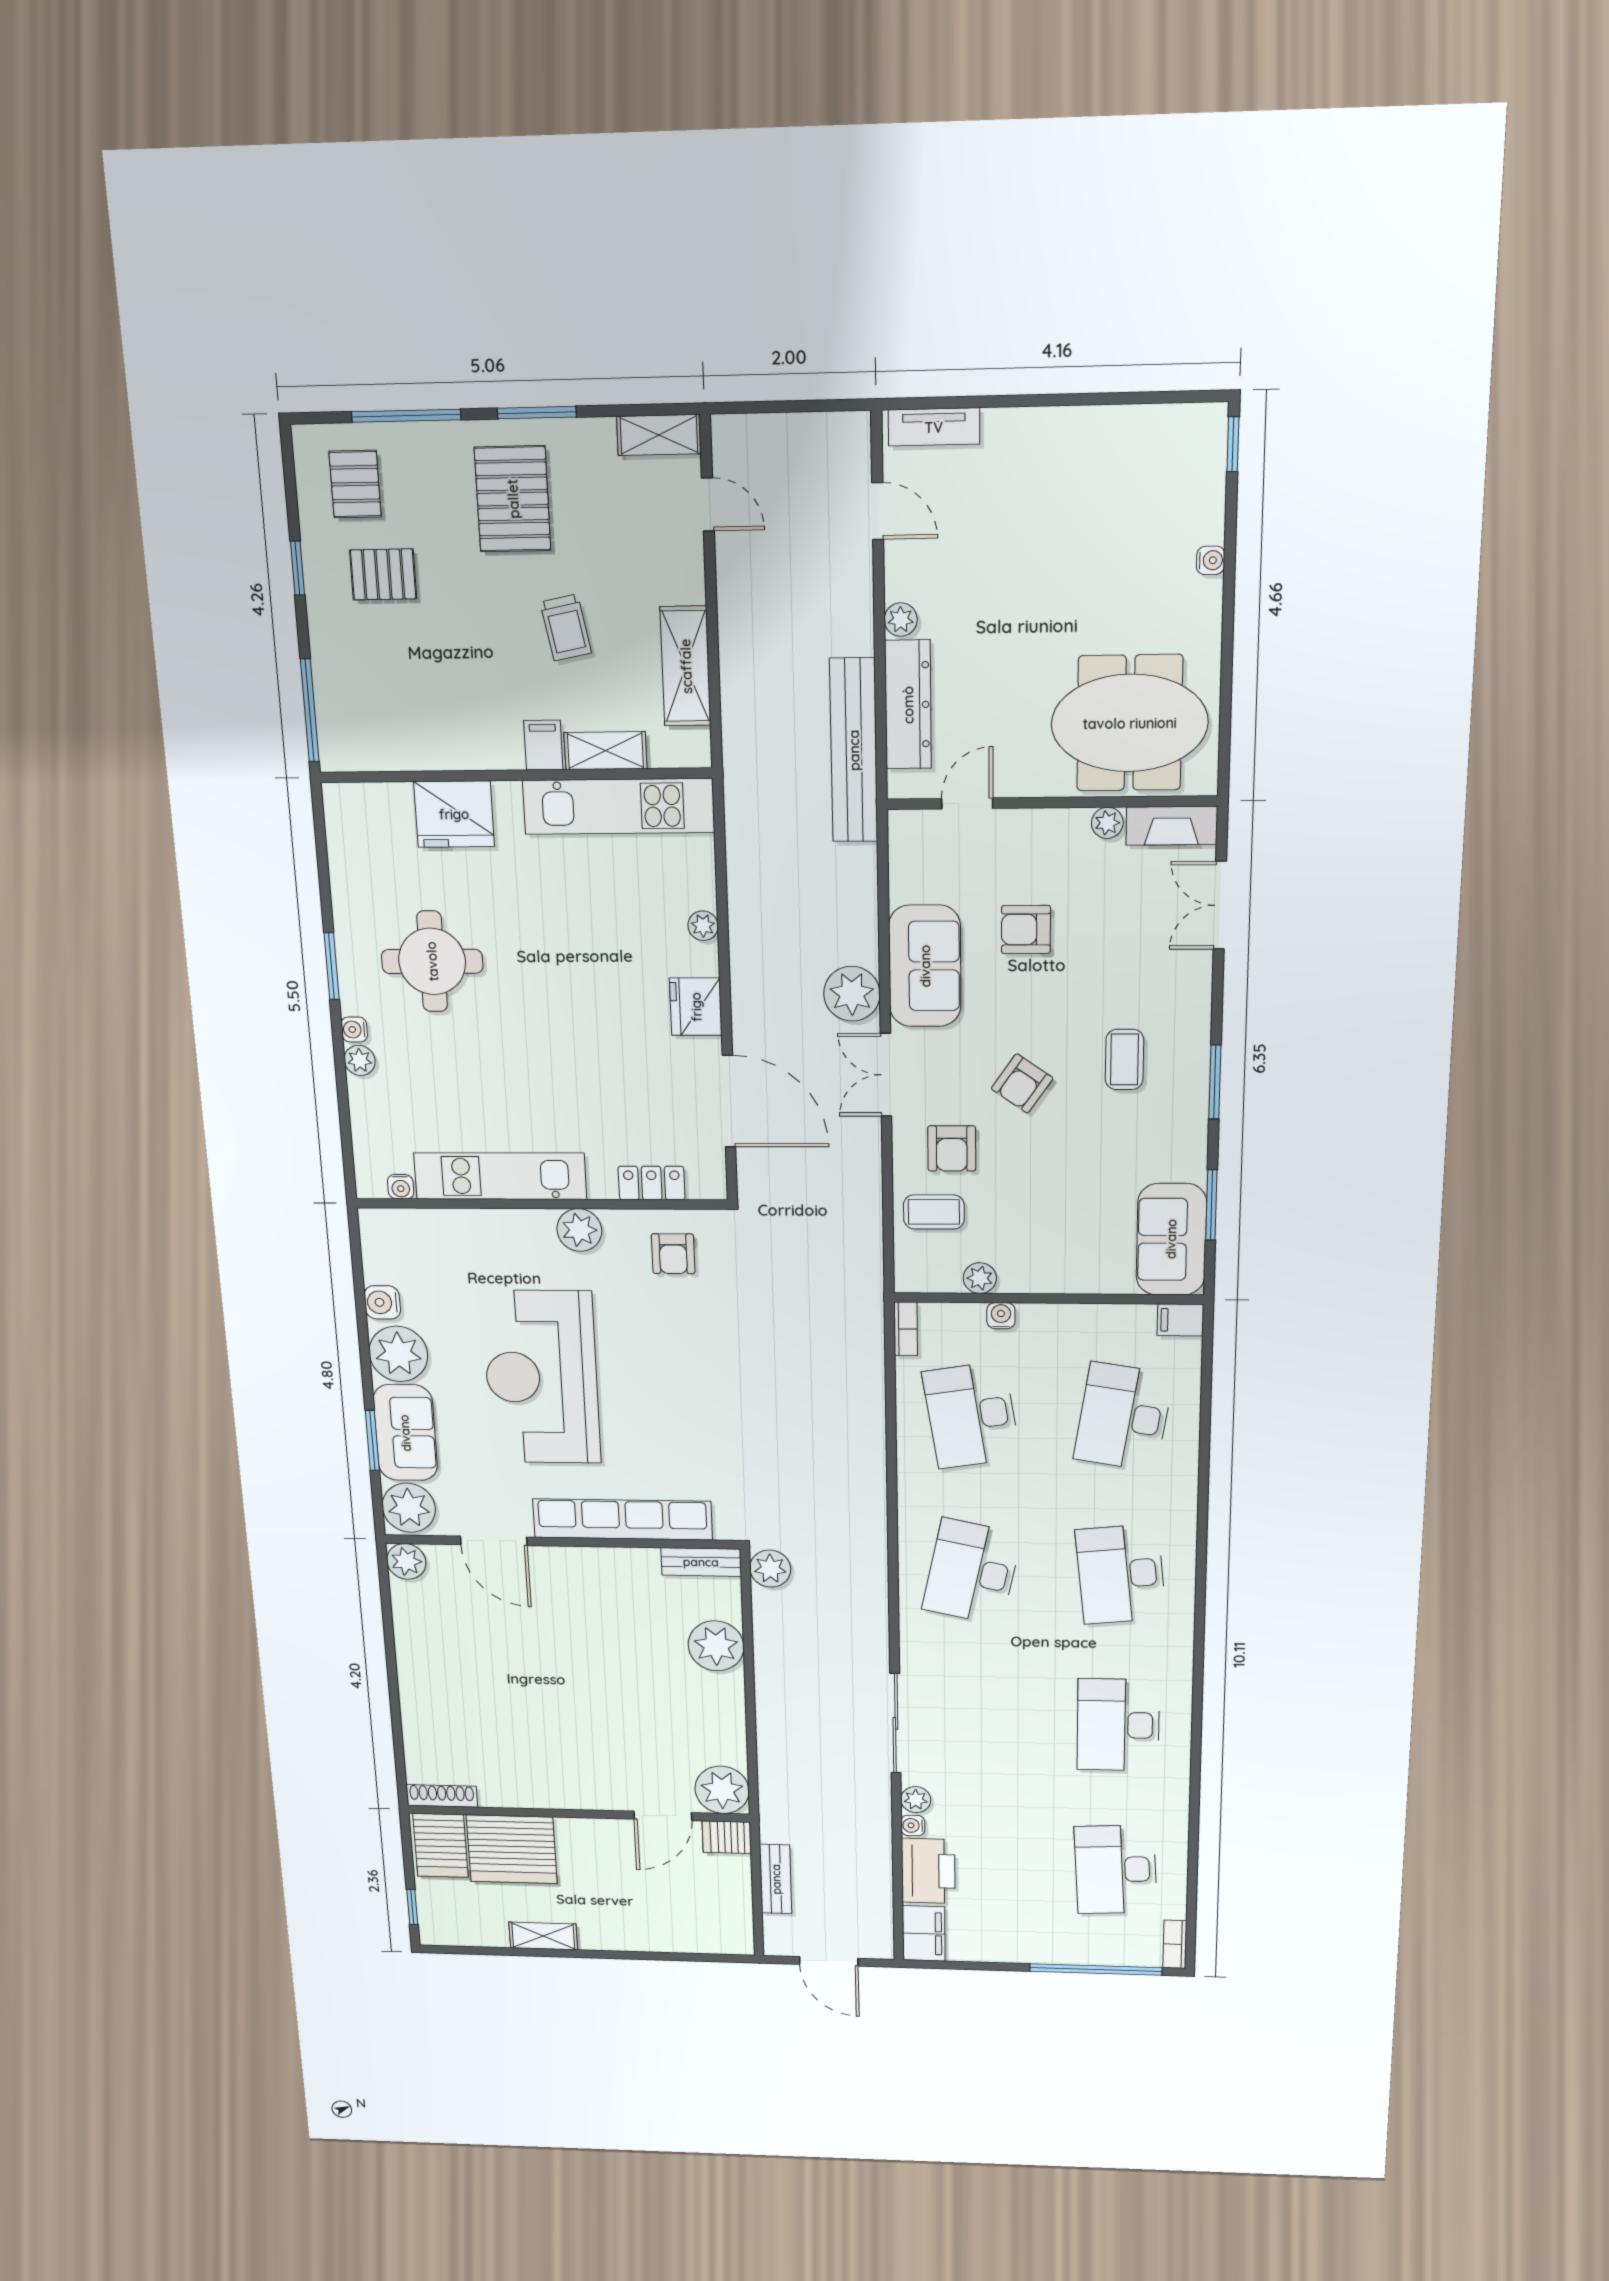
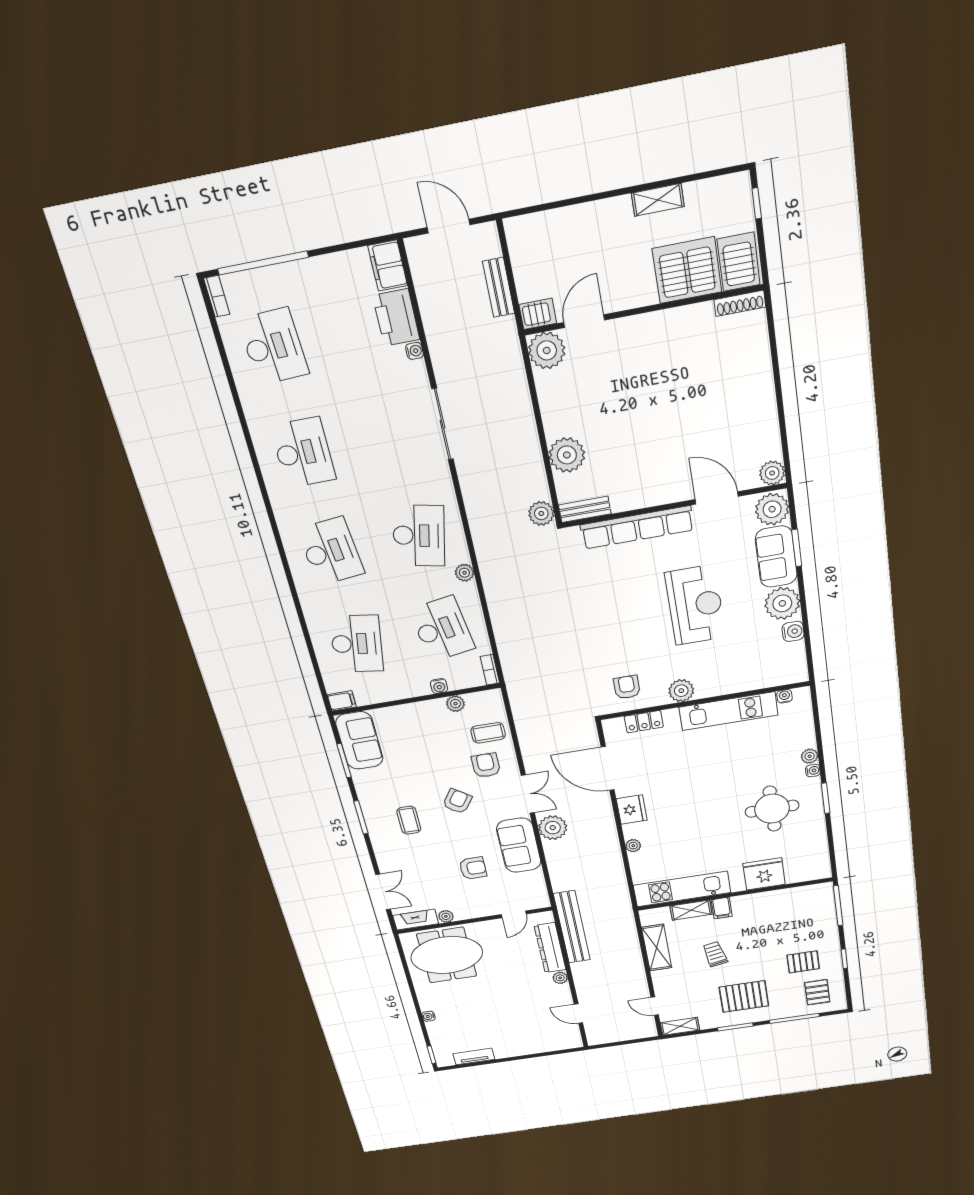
tv unit: (934, 427) -> (474, 1056), moved
pallet: (513, 499) -> (744, 996), turned 90
reception desk: (542, 1377) -> (695, 605), width x0.74, depth x0.77
plant: (916, 1800) -> (464, 573), moved

